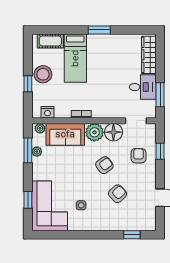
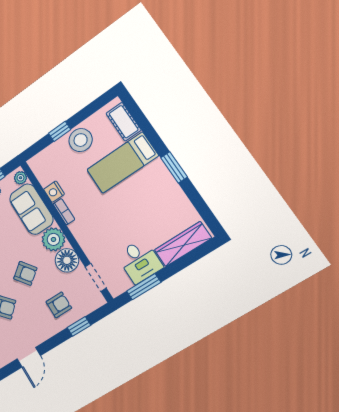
nightstand: (47, 112) -> (54, 192), moved

